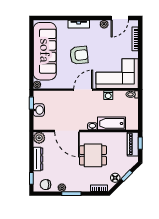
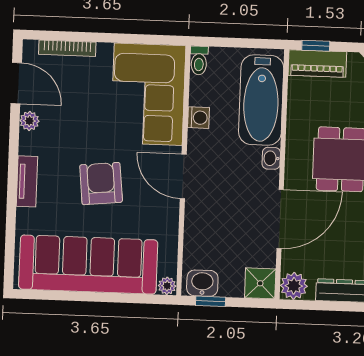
washbasin: (39, 110) -> (202, 283), moved
bathtub: (112, 123) -> (261, 100), width x1.36, depth x1.36
shower: (40, 124) -> (260, 283), added

